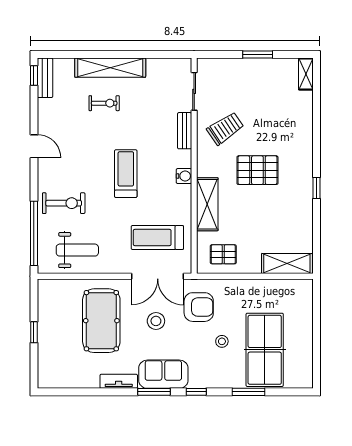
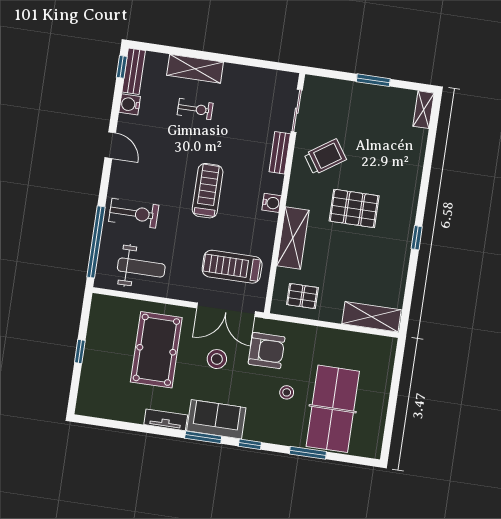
shelving: (110, 68) -> (195, 69), width x0.68
water cooler: (46, 108) -> (130, 104), added

